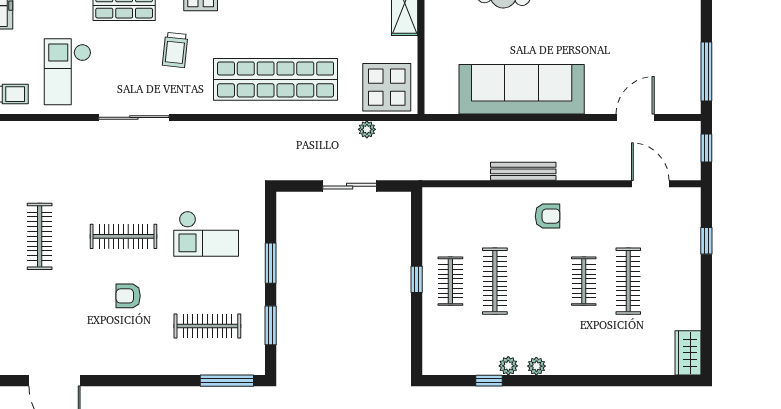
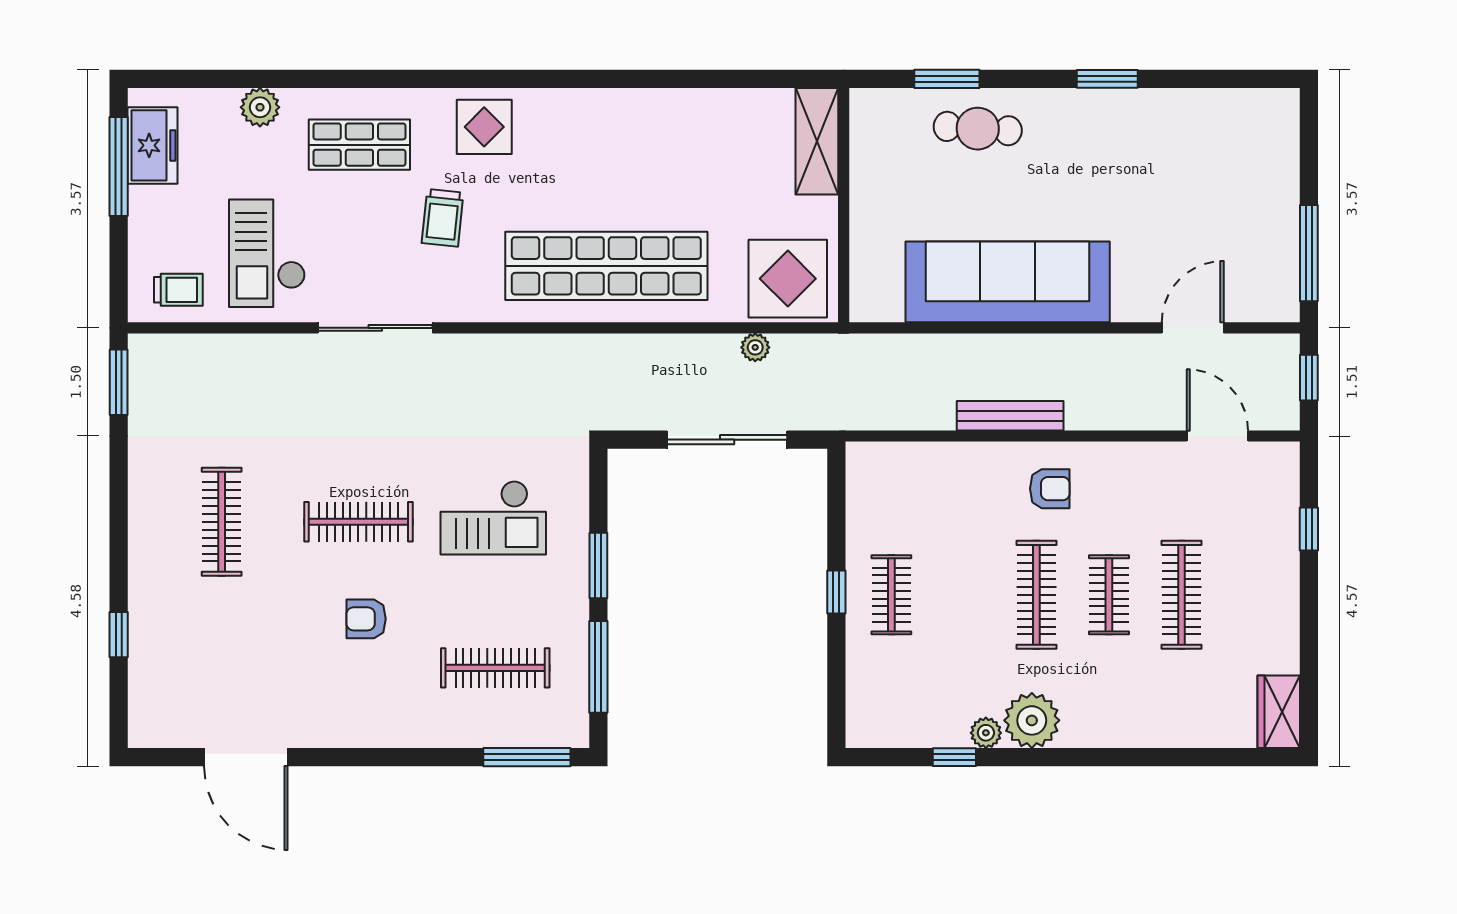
sliding door: (350, 186) -> (727, 440), width x1.37
clothes rail: (495, 281) -> (1036, 595), moved
window: (271, 325) -> (598, 667), width x1.44
plant: (536, 366) -> (1032, 720), width x1.87, depth x1.87

